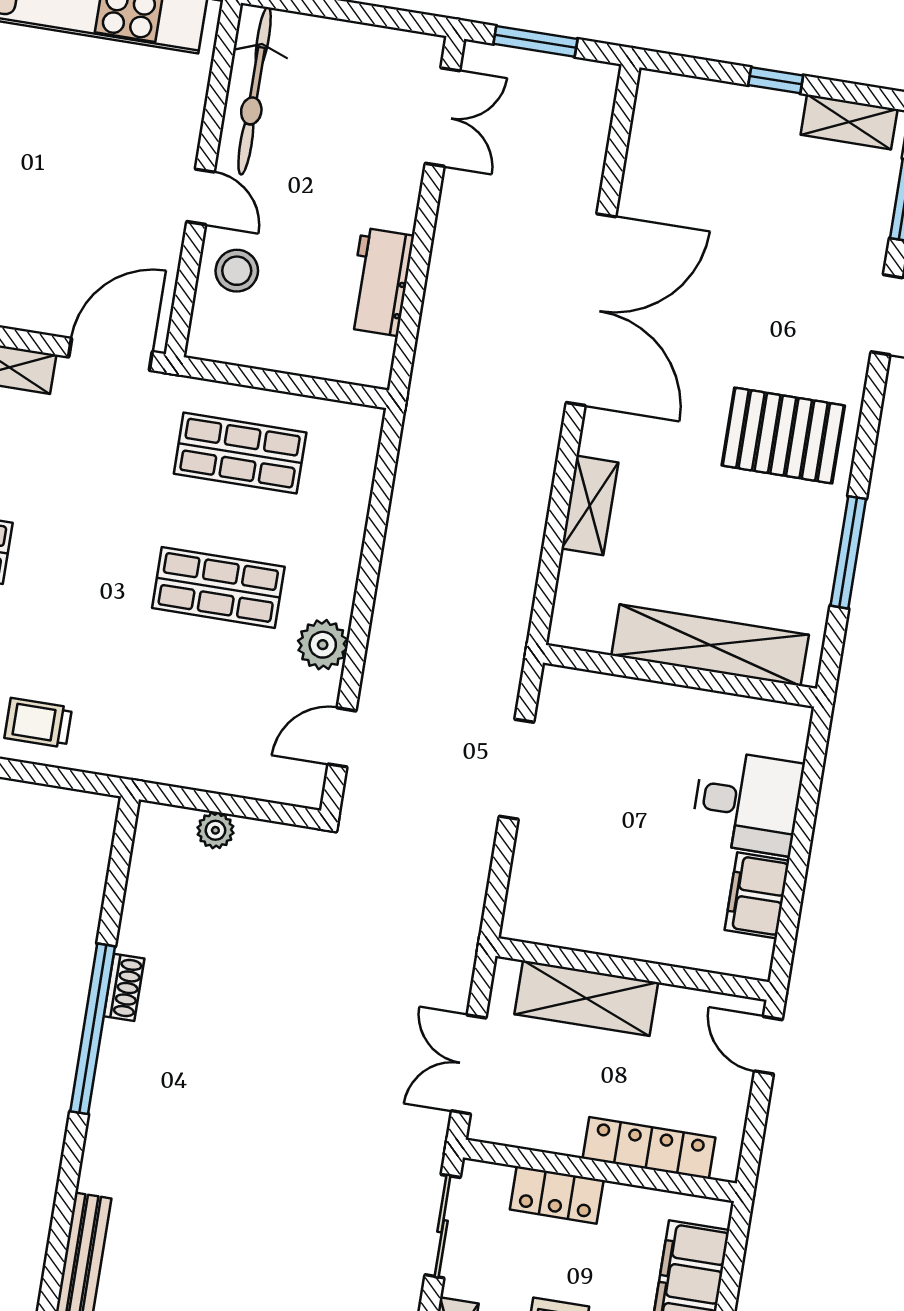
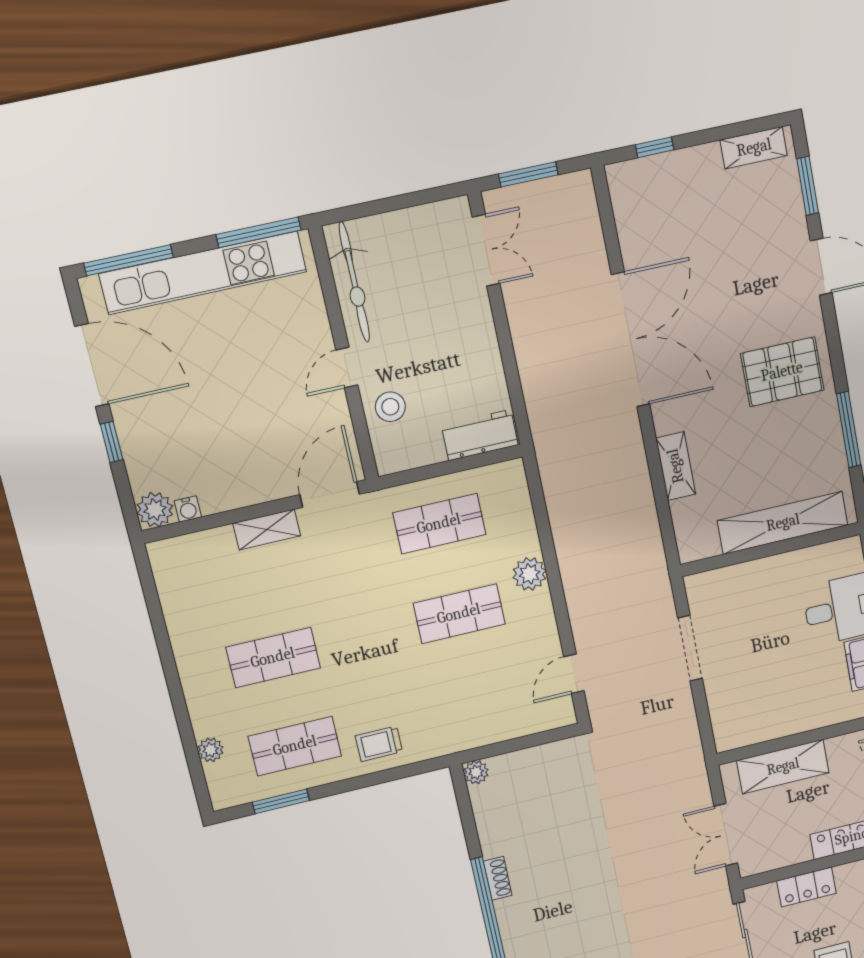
window: (776, 80) -> (655, 147), moved
door: (200, 197) -> (347, 368), swing flipped
workbench: (380, 282) -> (480, 435), moved, turned 90
plant: (323, 645) -> (529, 574), moved
plant: (215, 830) -> (476, 772), moved

